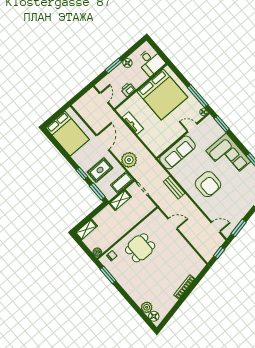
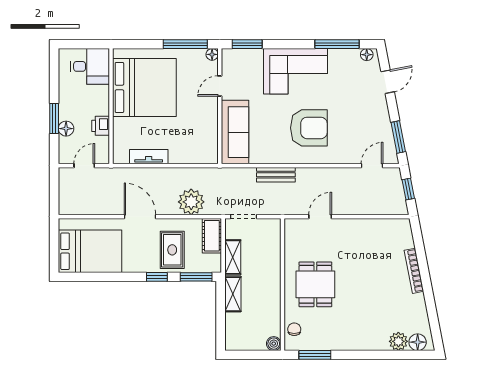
floor lamp: (127, 63) -> (66, 129), moved
door: (104, 98) -> (84, 166), hinge flipped
shelving: (86, 230) -> (233, 294), moved

